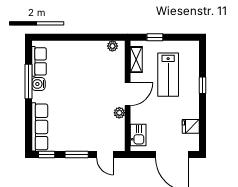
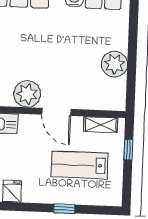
plant: (112, 46) -> (114, 64), moved, width x1.88, depth x1.88
plant: (119, 113) -> (27, 94), width x1.88, depth x1.88

